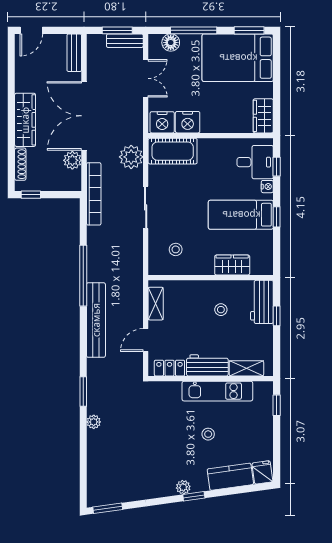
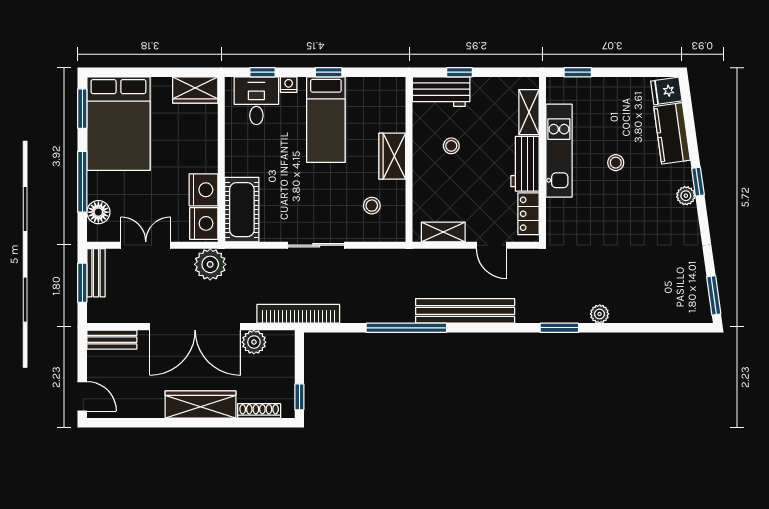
plant: (131, 157) -> (210, 264), moved
wardrobe: (232, 265) -> (392, 156), moved

